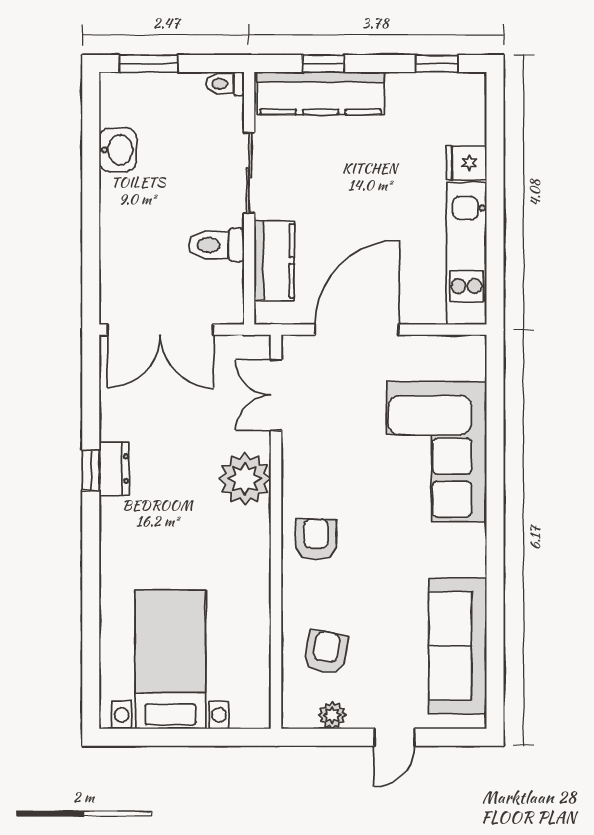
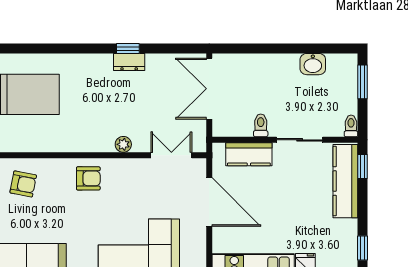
window: (323, 64) -> (363, 166), moved
toilet: (216, 245) -> (261, 125), width x0.73, depth x0.72
plant: (245, 479) -> (123, 144), width x0.53, depth x0.53

